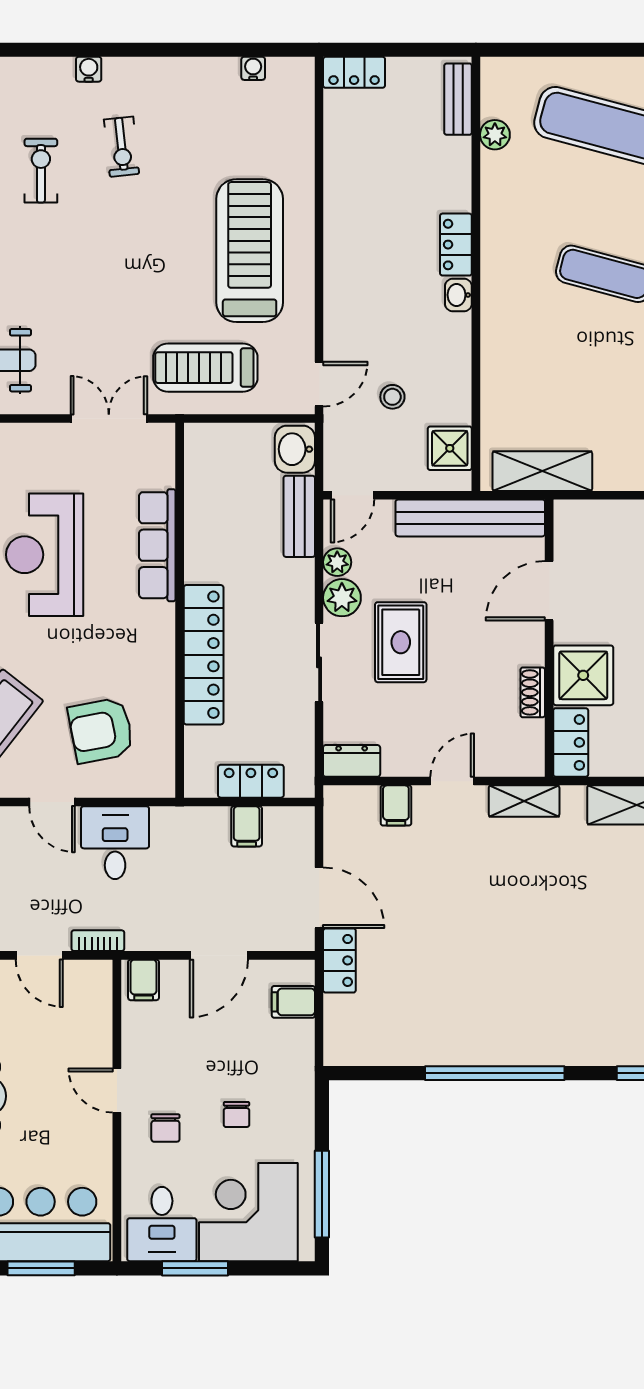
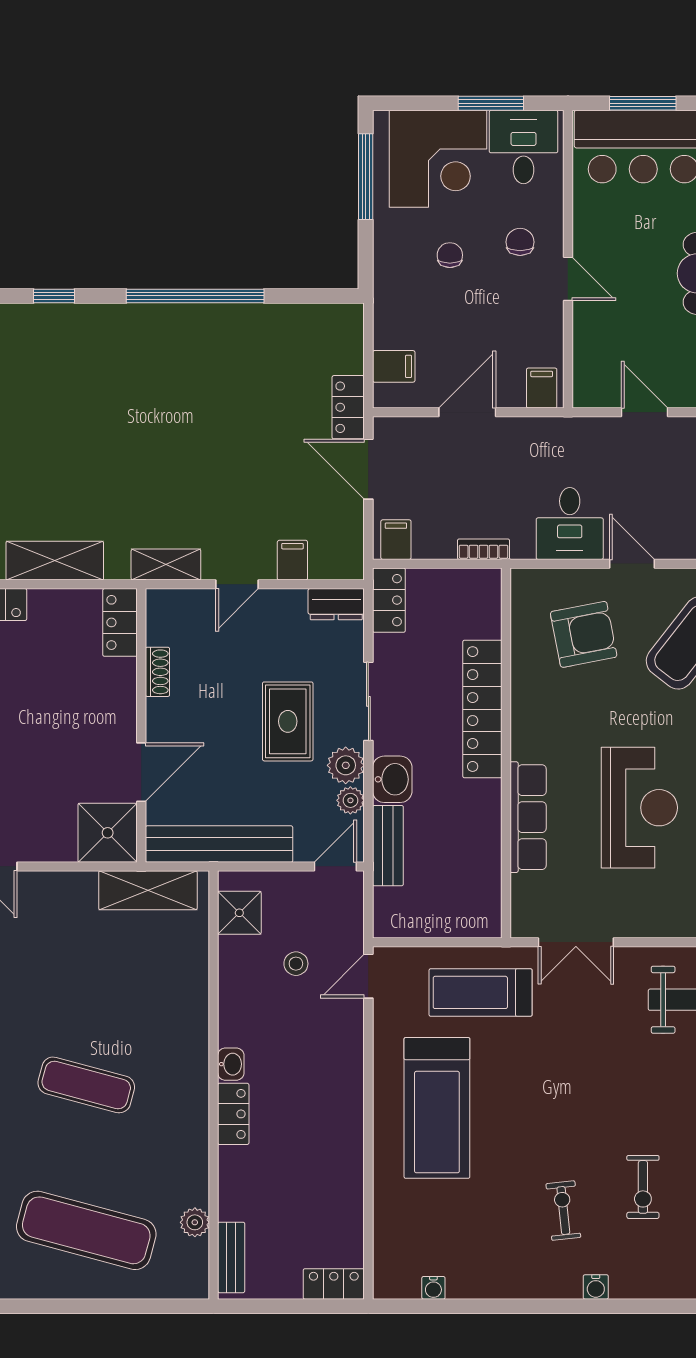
treadmill: (205, 368) -> (481, 992), turned 180
washbasin: (295, 449) -> (392, 779), moved
shower: (583, 675) -> (108, 833), moved
locker: (251, 781) -> (389, 600), moved, turned -90
filing cabinet: (247, 826) -> (396, 540), moved
bookcase: (98, 941) -> (483, 549), moved, turned 180

